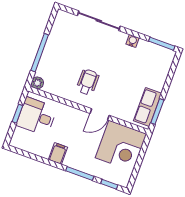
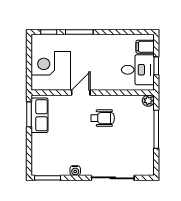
wheelchair: (88, 82) -> (102, 118), turned -90
filing cabinet: (58, 153) -> (145, 47), moved, turned 90

